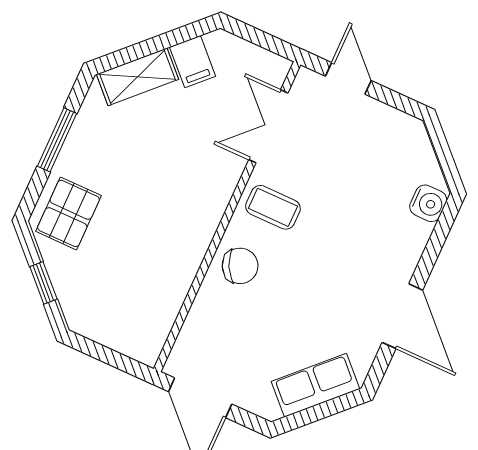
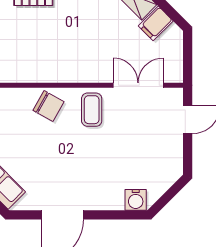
chair: (240, 266) -> (49, 106), turned -34

